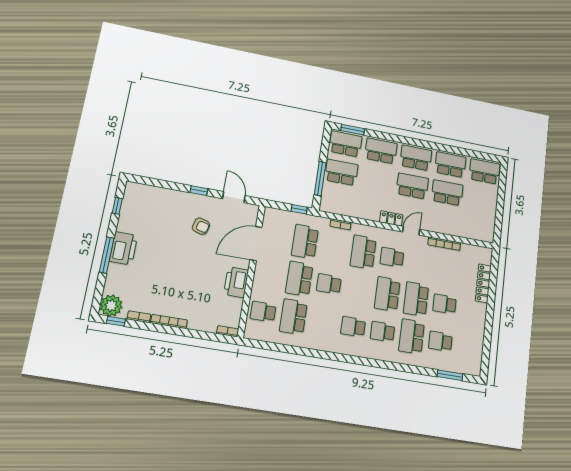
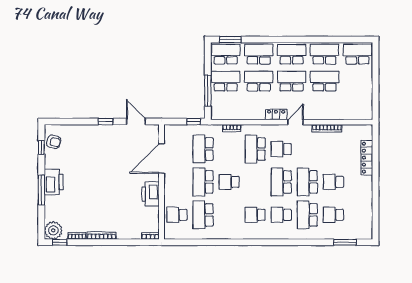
school desk: (377, 179) -> (259, 81), added
armchair: (201, 226) -> (54, 142), moved

